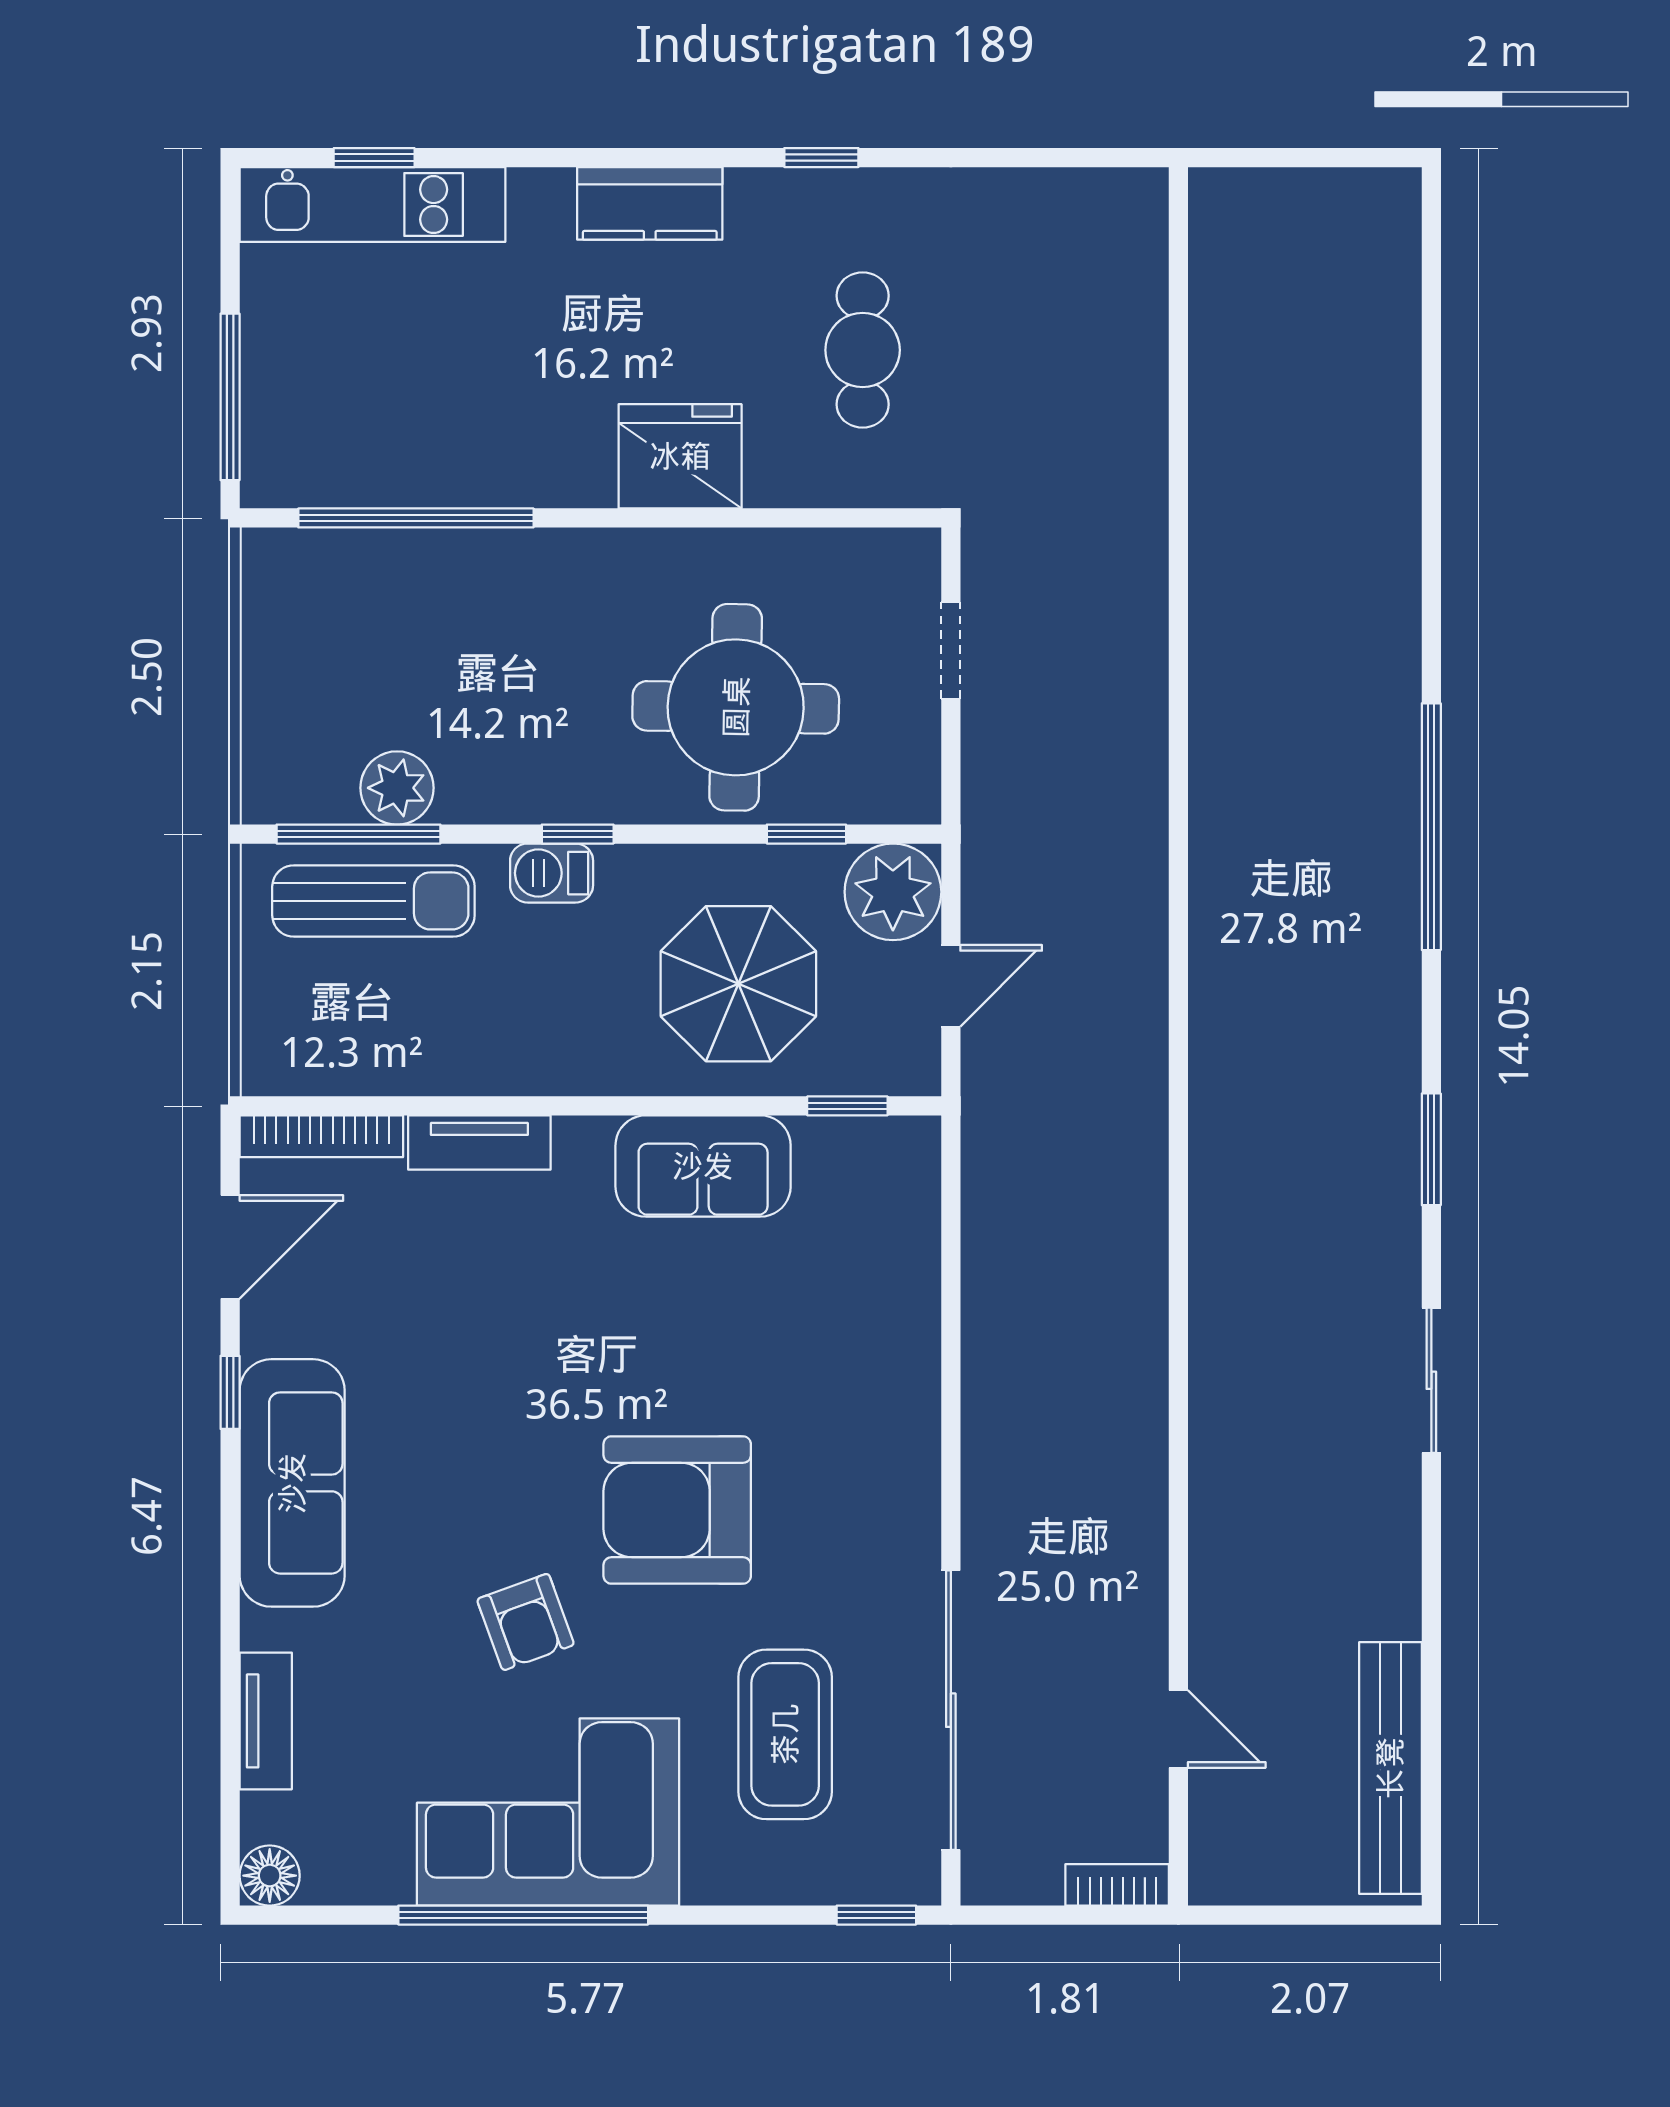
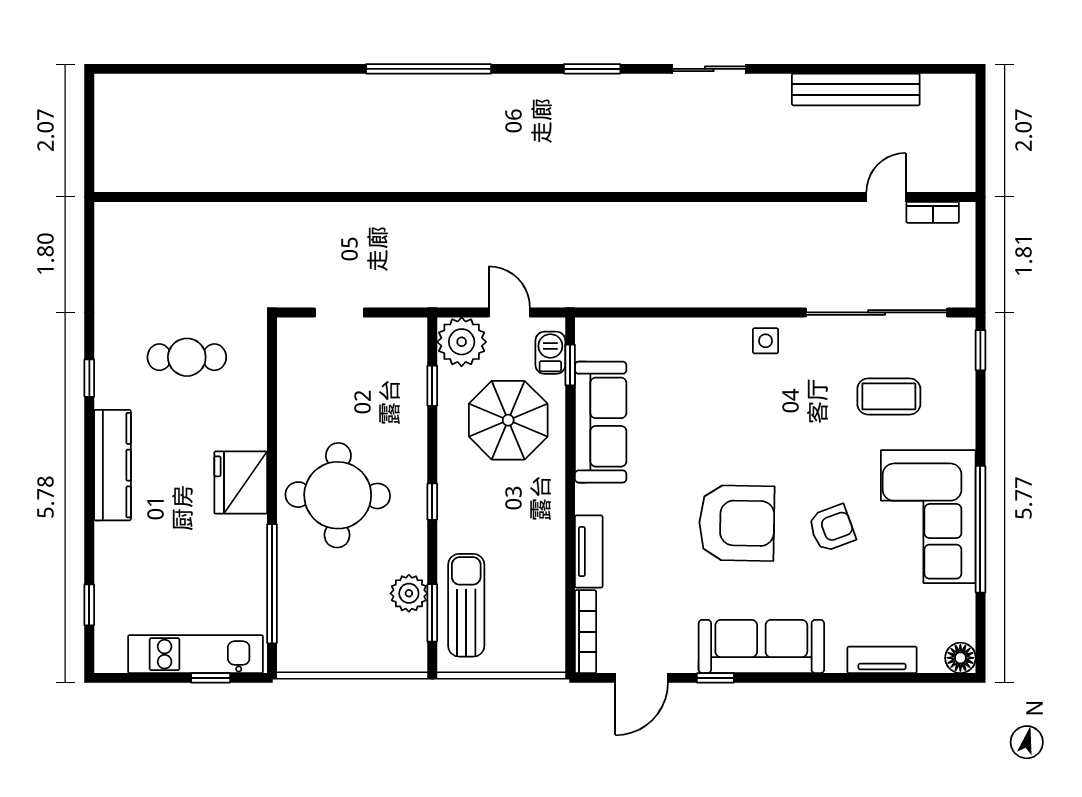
kitchen counter: (650, 203) -> (112, 465), width x1.50
kitchen unit: (372, 205) -> (196, 654), moved, turned -90
window: (230, 397) -> (211, 678), width x0.46
fridge: (680, 456) -> (241, 483), moved
round table: (736, 707) -> (338, 495), moved
window: (358, 834) -> (432, 613), width x0.69
barbecue: (552, 873) -> (550, 353), moved, turned 180
sofa: (703, 1166) -> (601, 422), width x1.36
door: (230, 1247) -> (642, 678), swing flipped
side table: (895, 1491) -> (766, 341), added
armchair: (677, 1510) -> (737, 523), moved, turned -89
coffee table: (785, 1734) -> (889, 396), width x0.73, depth x0.76
bench: (1390, 1768) -> (856, 90), moved
bookcase: (1117, 1885) -> (933, 212), moved, turned -90

